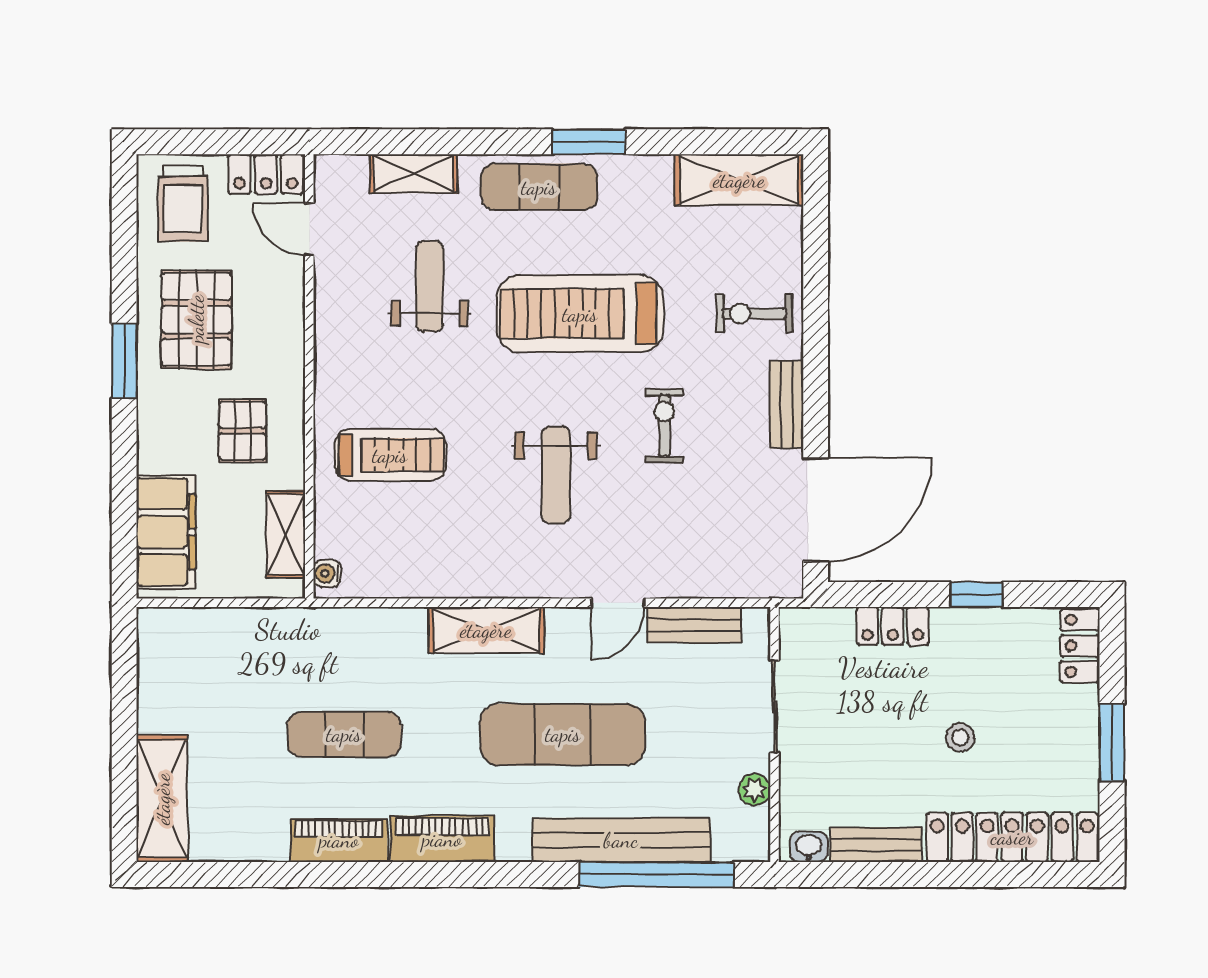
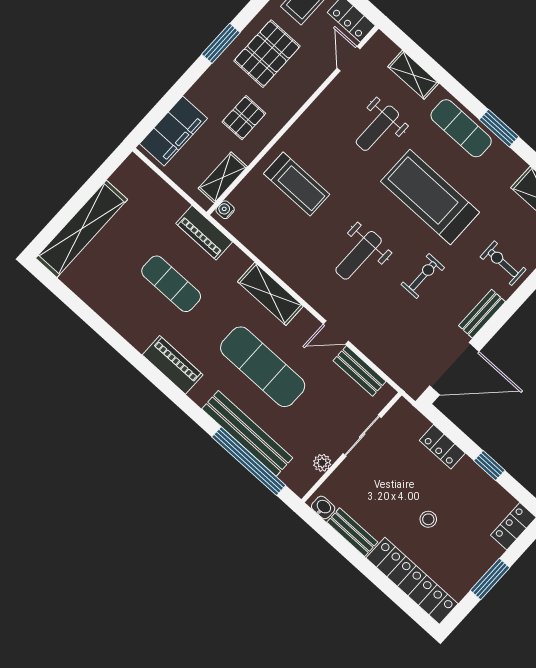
weight bench: (430, 286) -> (377, 128), turned 180
shelving: (162, 799) -> (82, 229), width x1.47
piano: (339, 840) -> (204, 233), moved, turned 180

